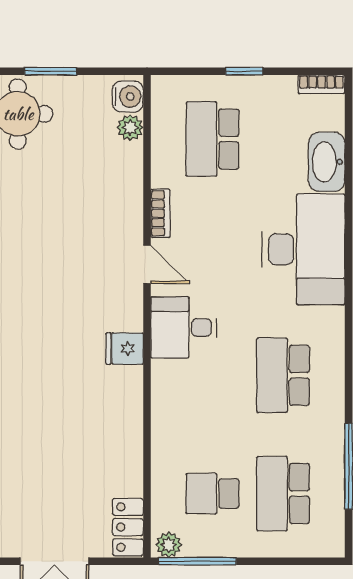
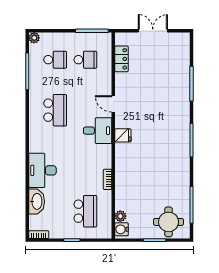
desk: (303, 249) -> (42, 170), width x0.73, depth x0.77
door: (147, 264) -> (113, 104), moved
fridge: (125, 349) -> (123, 135), moved
school desk: (283, 494) -> (55, 60), width x0.54
locker: (128, 527) -> (121, 59), moved
plant: (169, 545) -> (34, 38), moved

